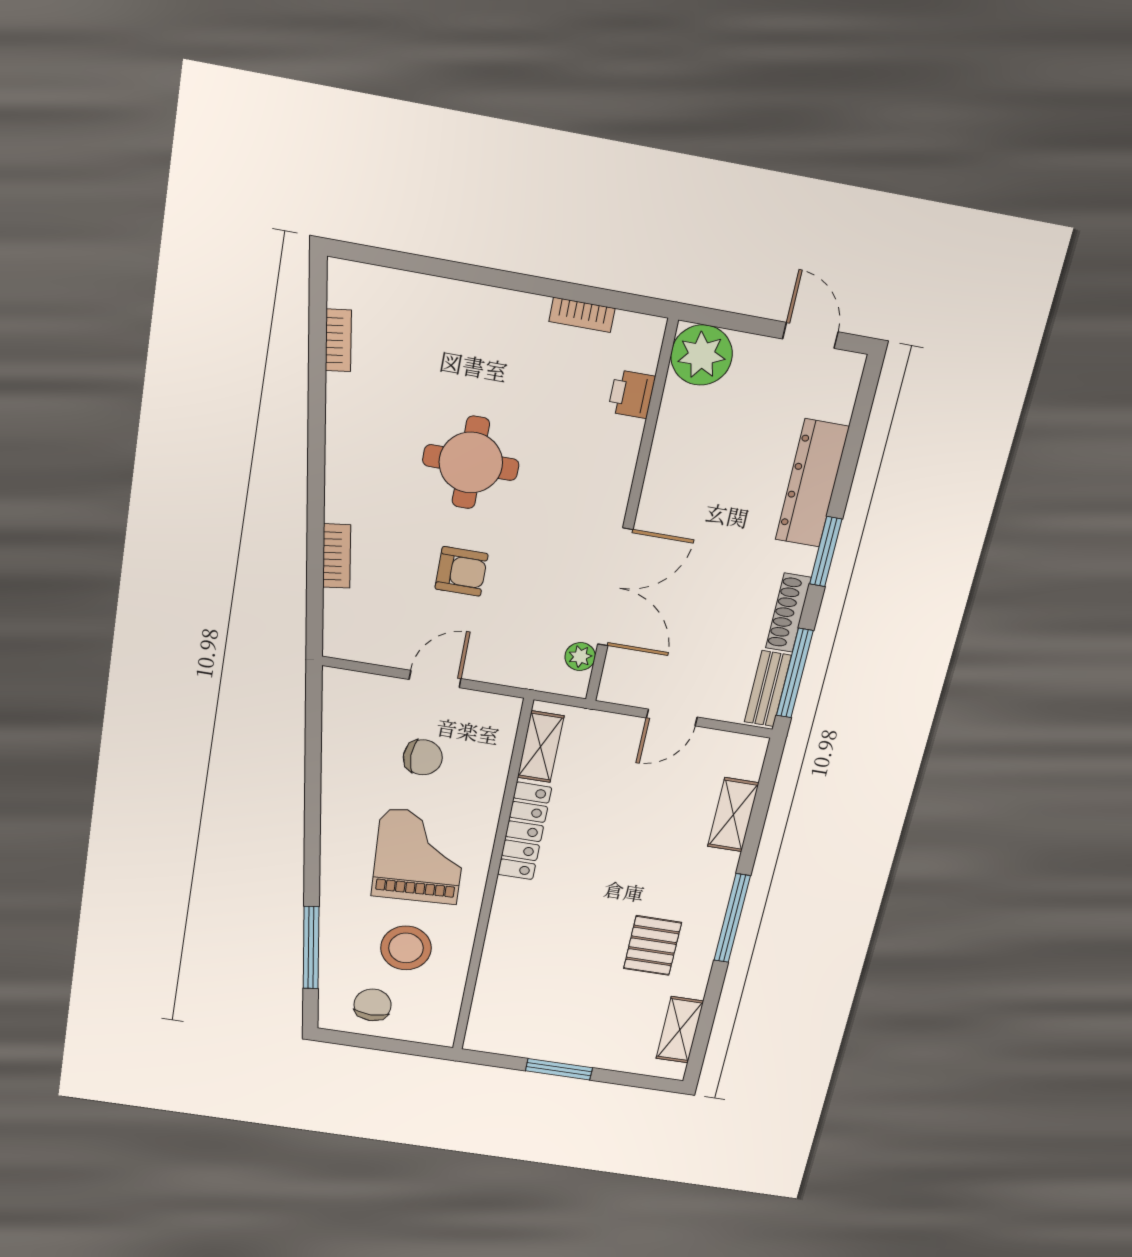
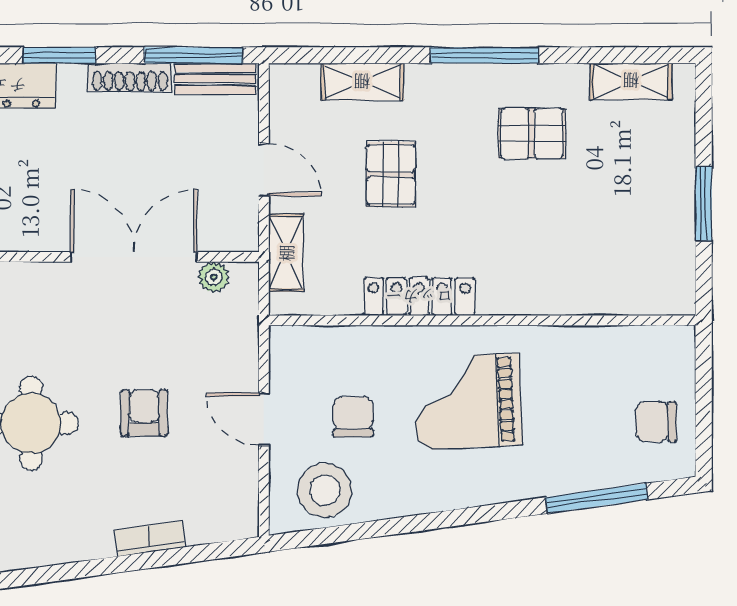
shelving: (541, 747) -> (286, 253), moved, turned 90
pallet: (642, 825) -> (391, 174), added
stool: (406, 948) -> (325, 490), moved

